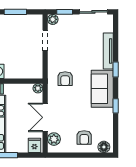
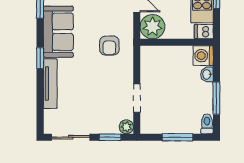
armchair: (65, 79) -> (109, 45), turned 180
plant: (38, 88) -> (152, 27), width x1.88, depth x1.88

